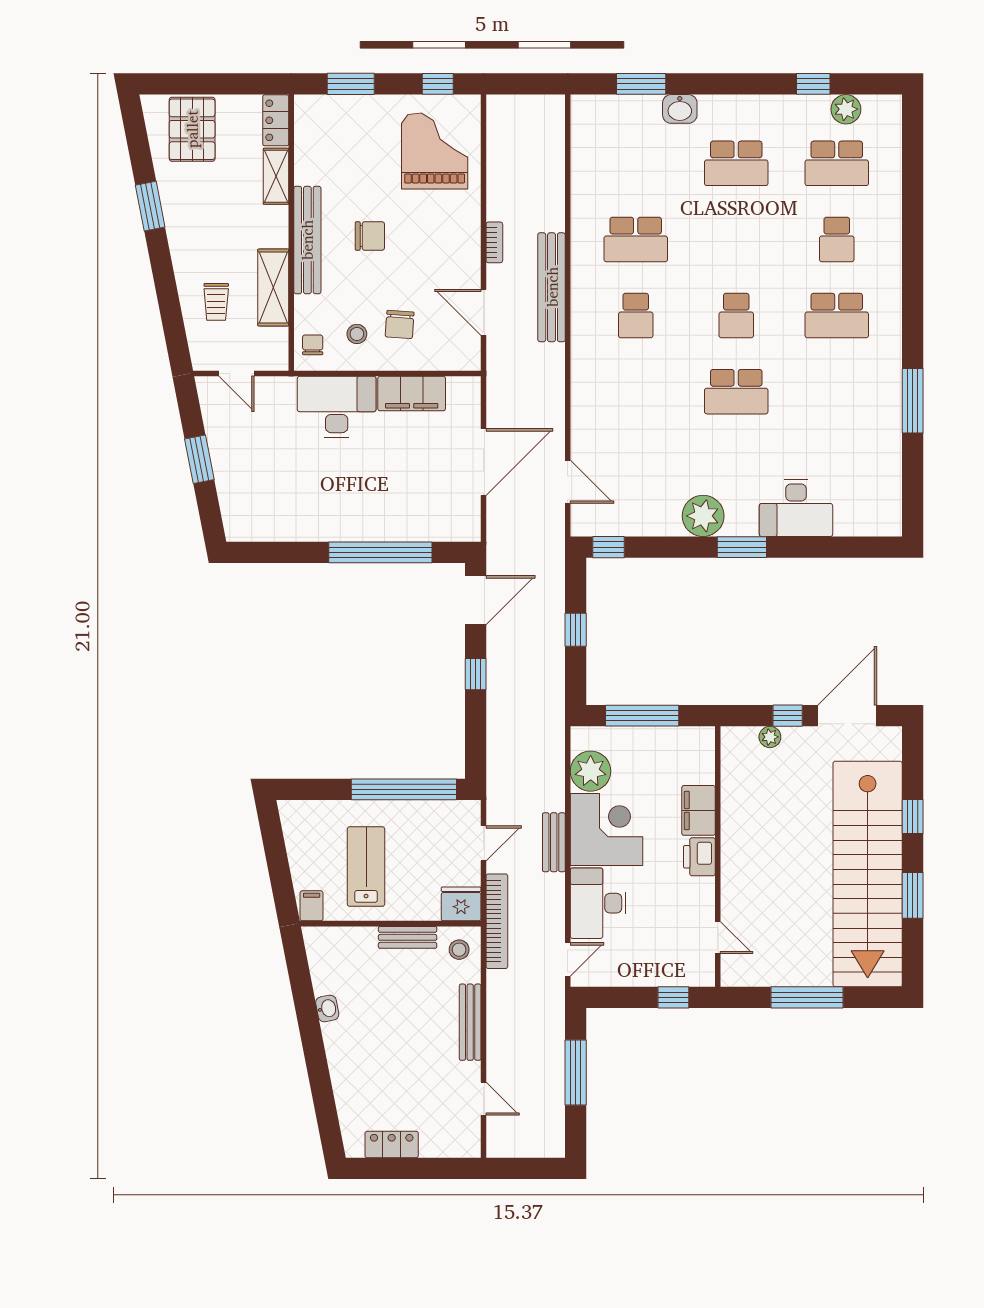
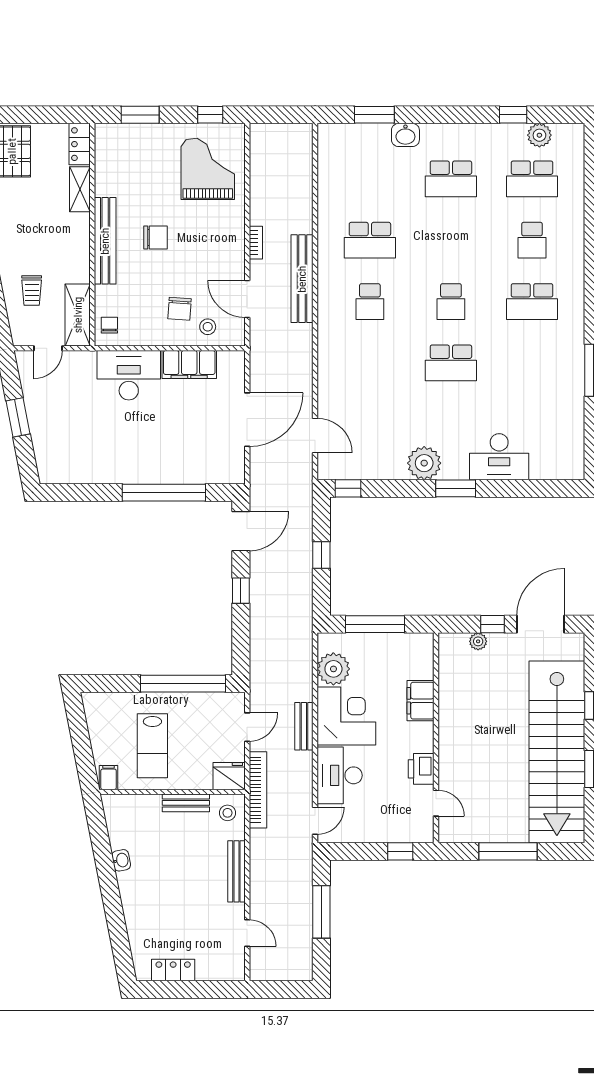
shelving: (273, 287) -> (78, 315), moved
stool: (357, 334) -> (208, 327), moved
door: (236, 373) -> (48, 348), hinge flipped
printer: (699, 857) -> (421, 769), moved
lab bench: (366, 867) -> (152, 746), turned 180

